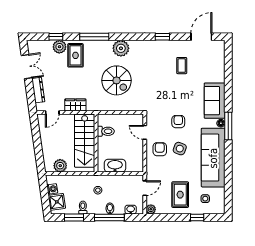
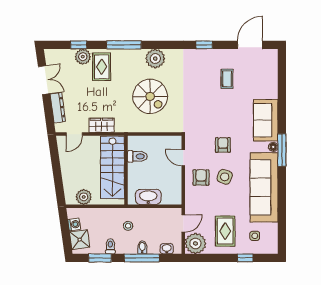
plant: (151, 209) -> (195, 243), width x1.88, depth x1.88

